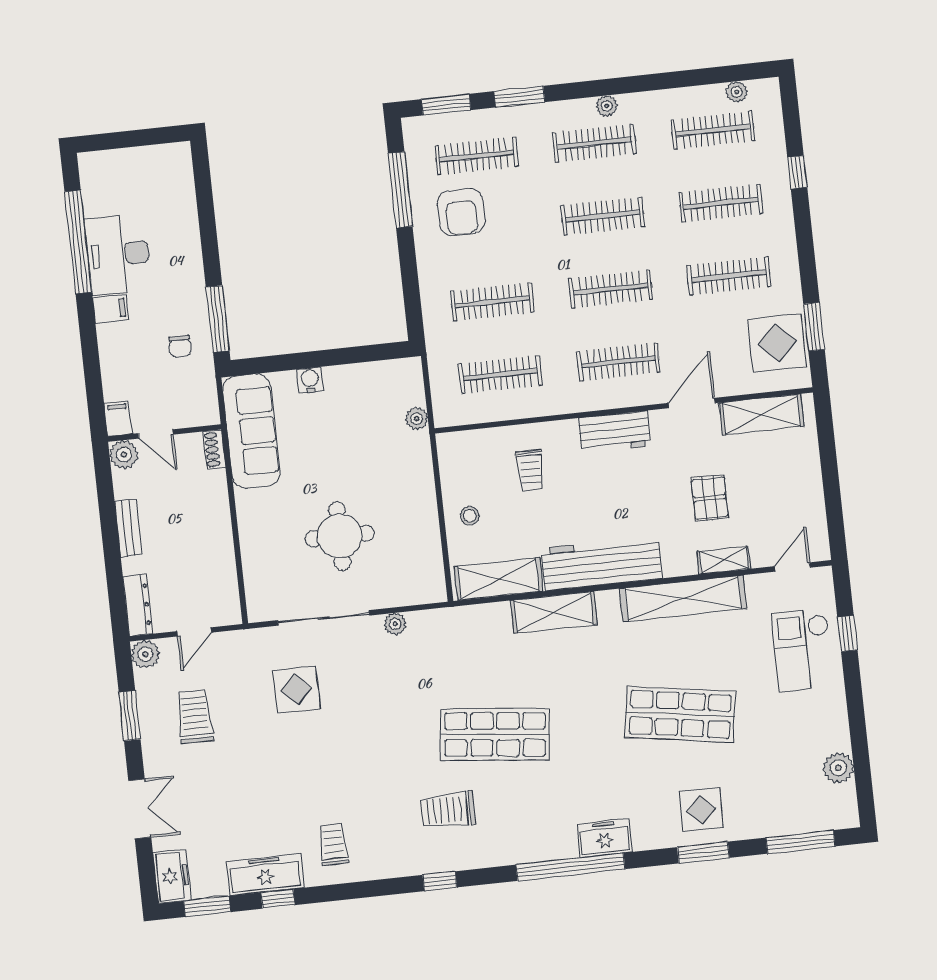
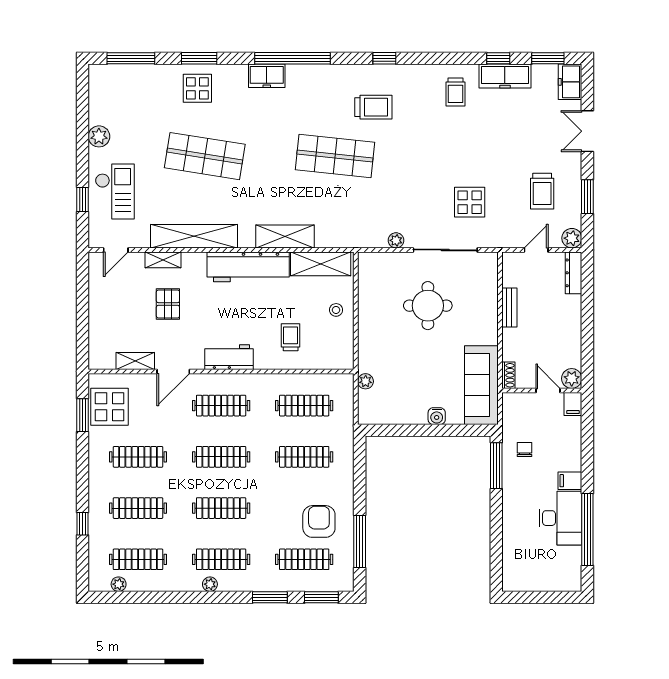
shelving: (761, 415) -> (135, 361), width x0.67, depth x0.75
bench: (128, 528) -> (509, 307), moved
plant: (838, 768) -> (99, 136), moved

